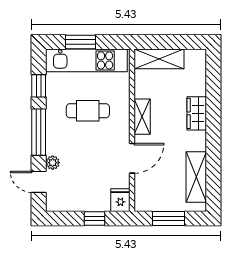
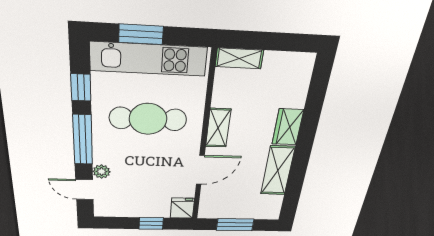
shelving: (159, 59) -> (239, 58), width x0.67, depth x0.75
cafe table: (88, 111) -> (148, 119), width x1.37, depth x1.35
shelving: (196, 177) -> (278, 171), moved

